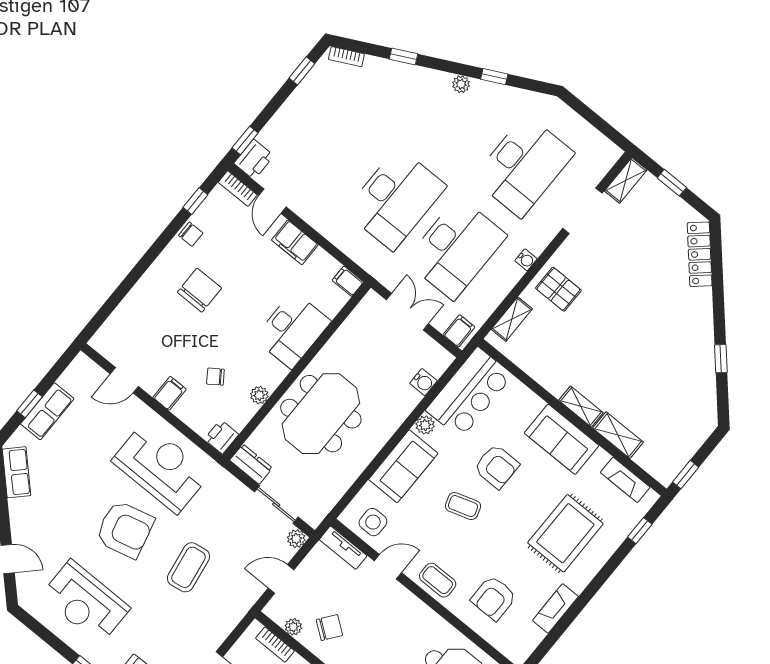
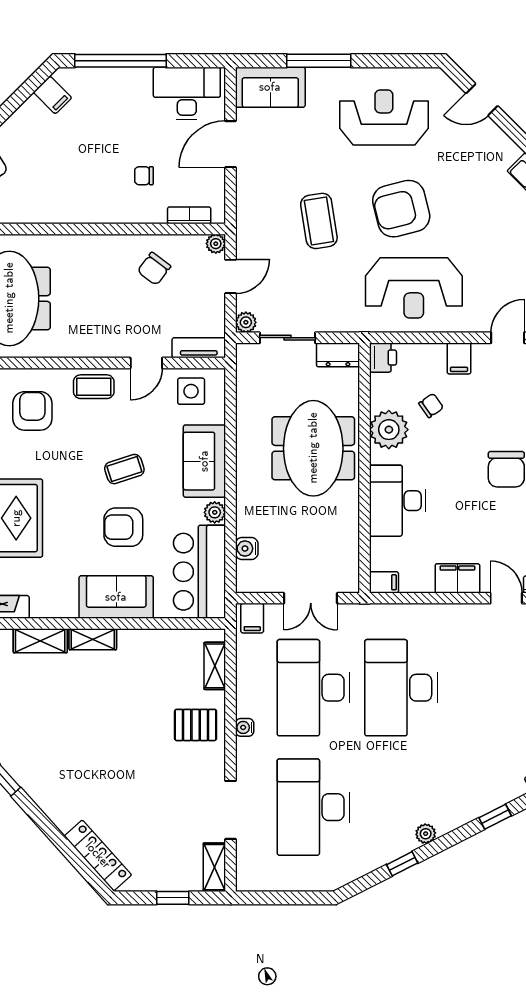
plant: (259, 395) -> (389, 430), width x1.88, depth x1.88
sofa: (562, 439) -> (116, 597), moved
plant: (293, 627) -> (216, 244), moved

